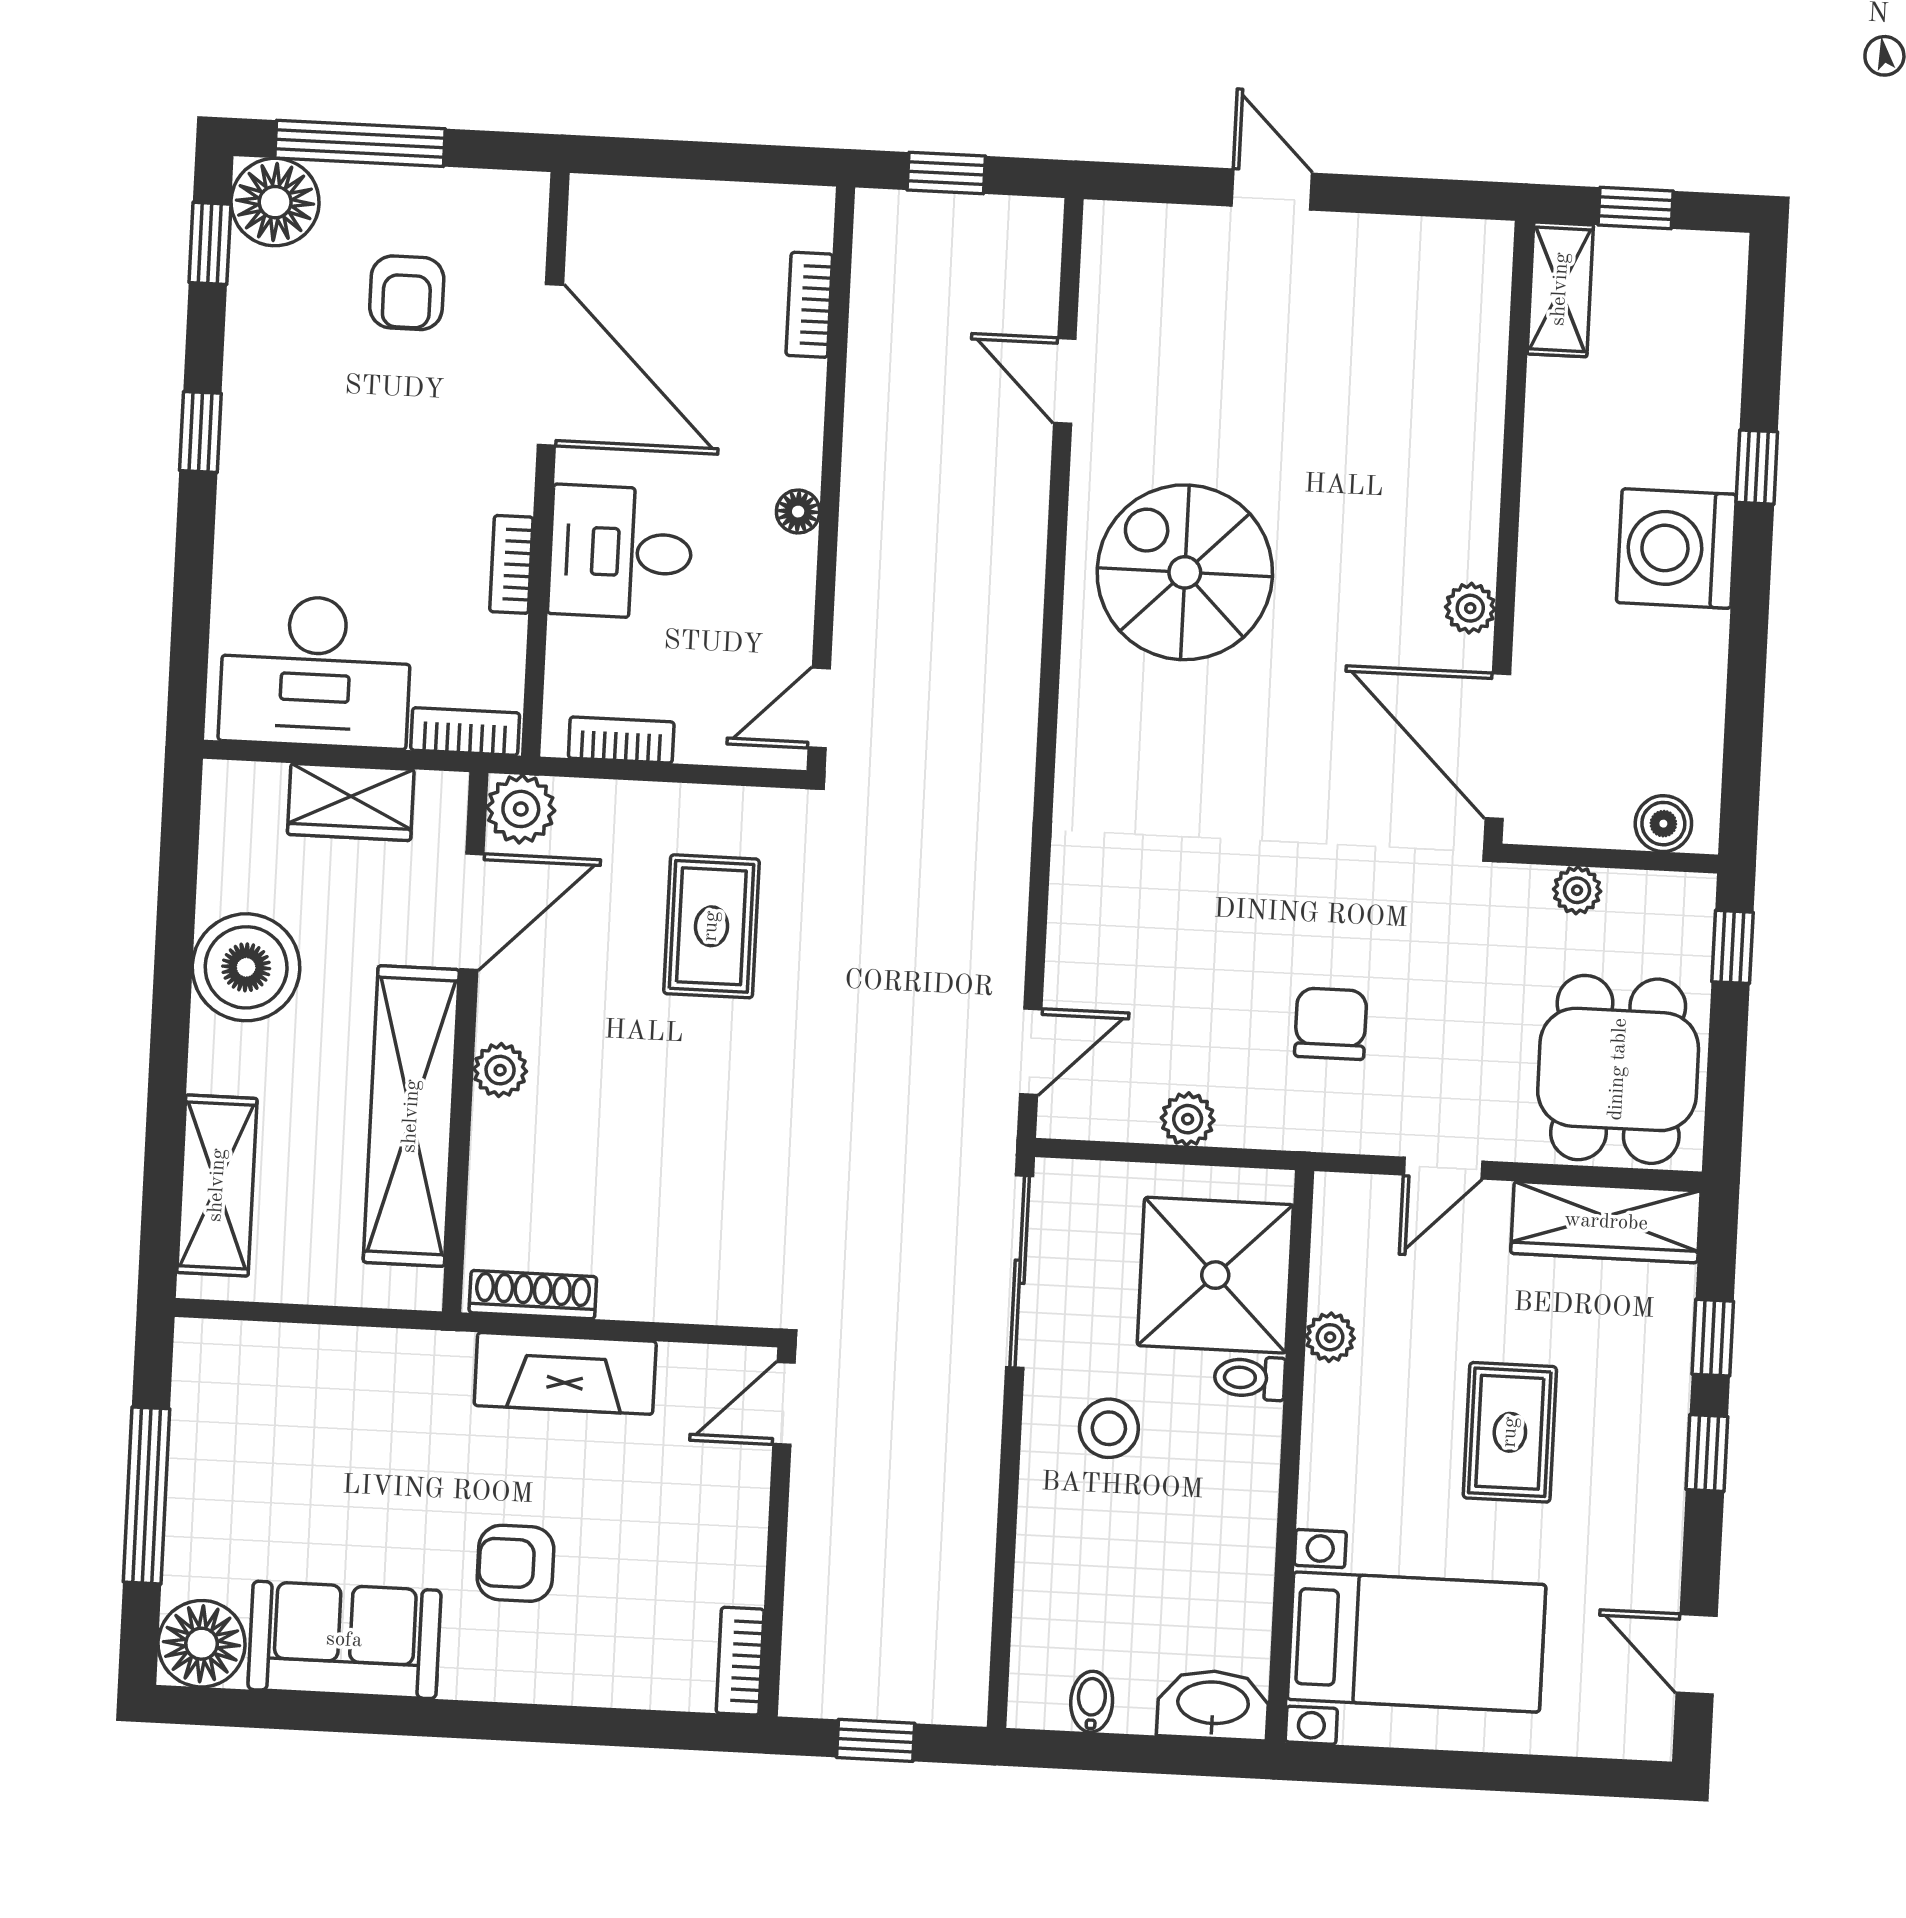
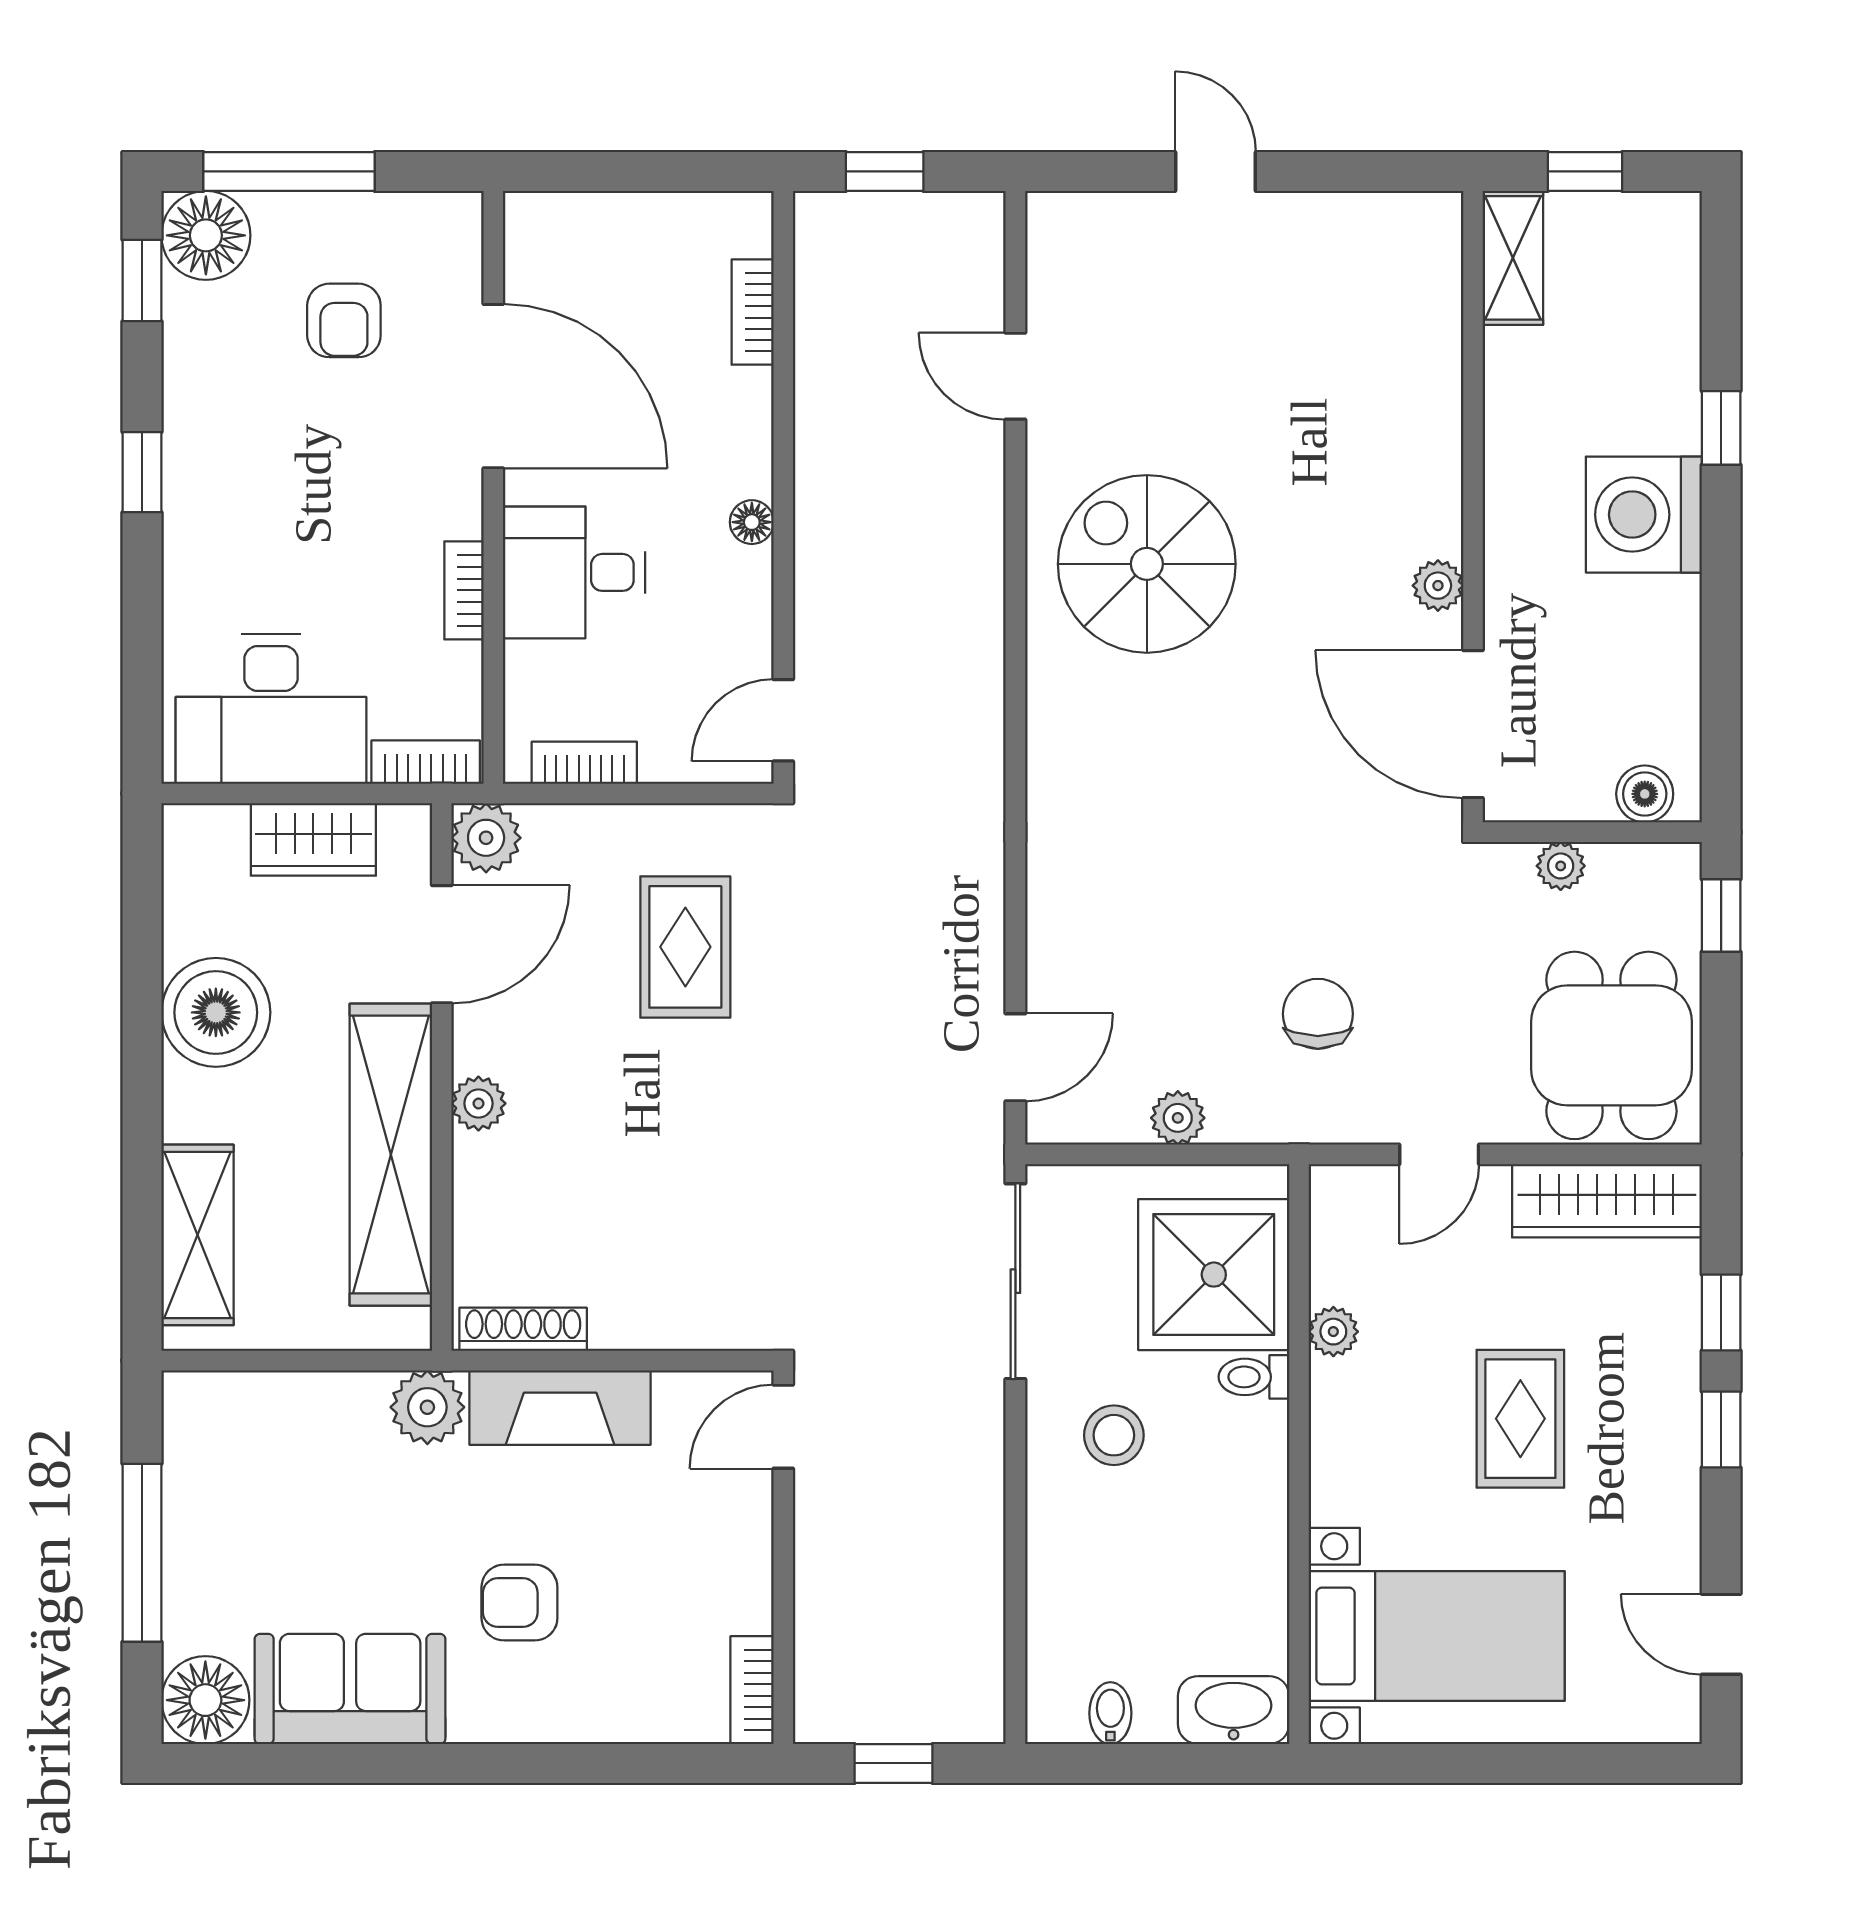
plant: (435, 1366) -> (427, 1407), added

